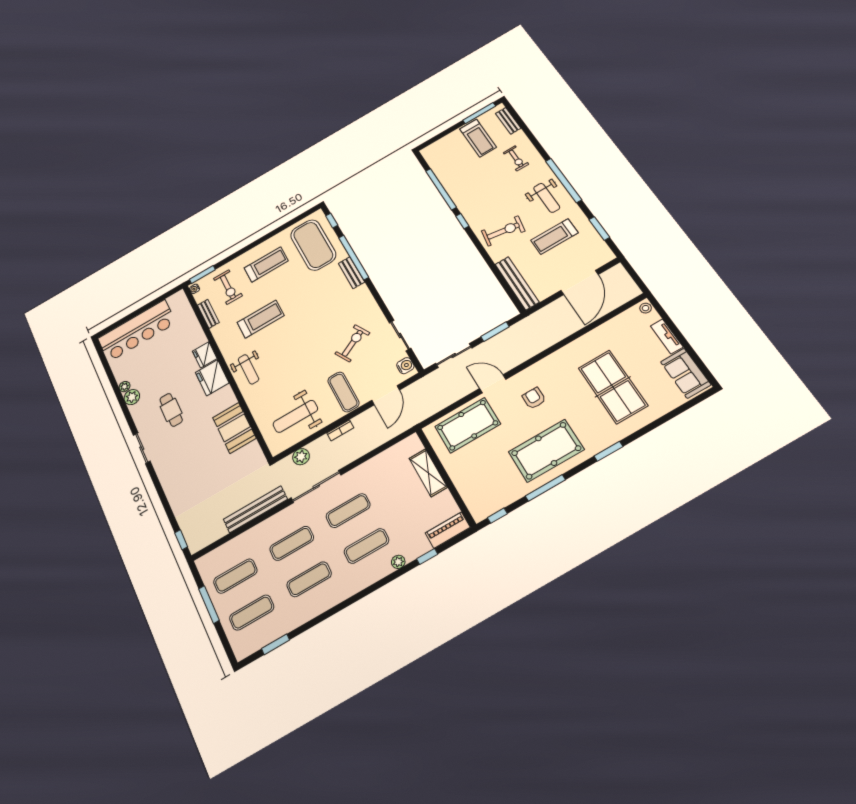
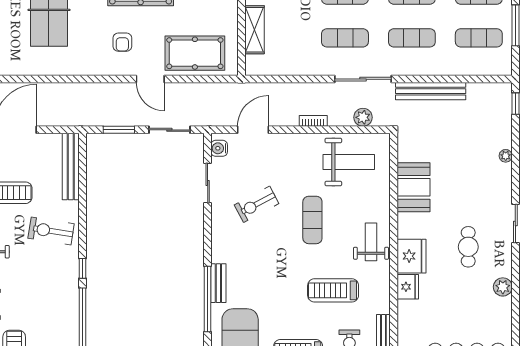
plant: (125, 387) -> (506, 156), moved
exercise mat: (343, 392) -> (312, 220), moved

